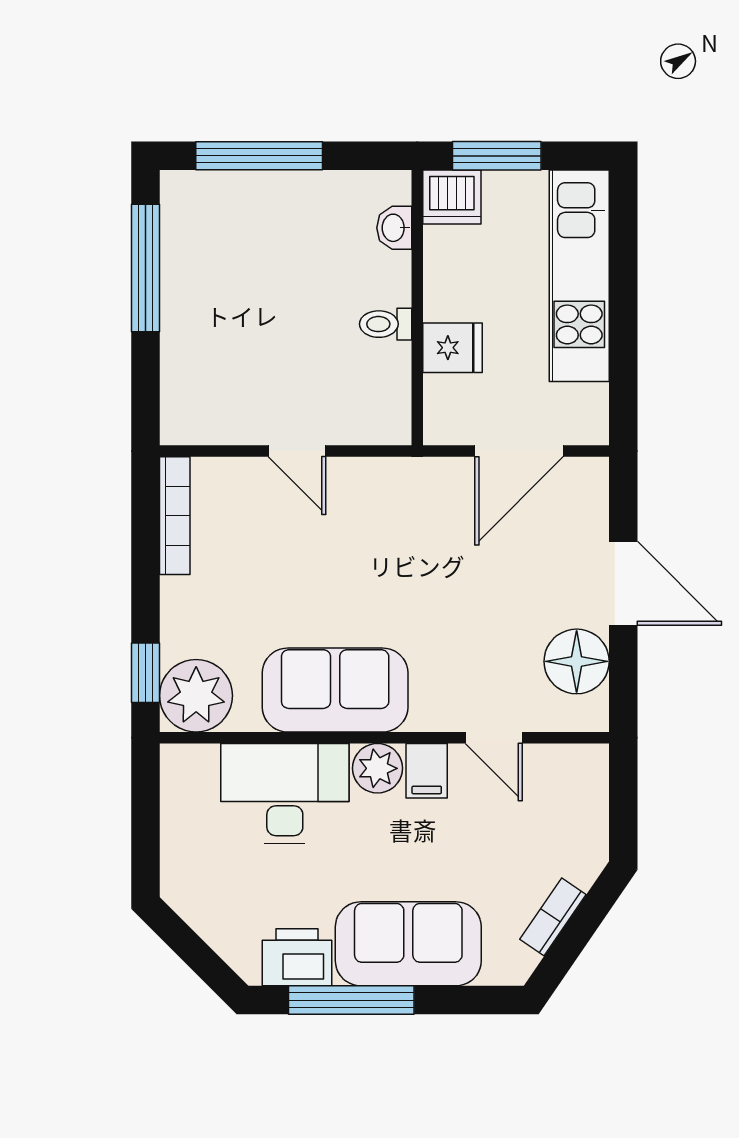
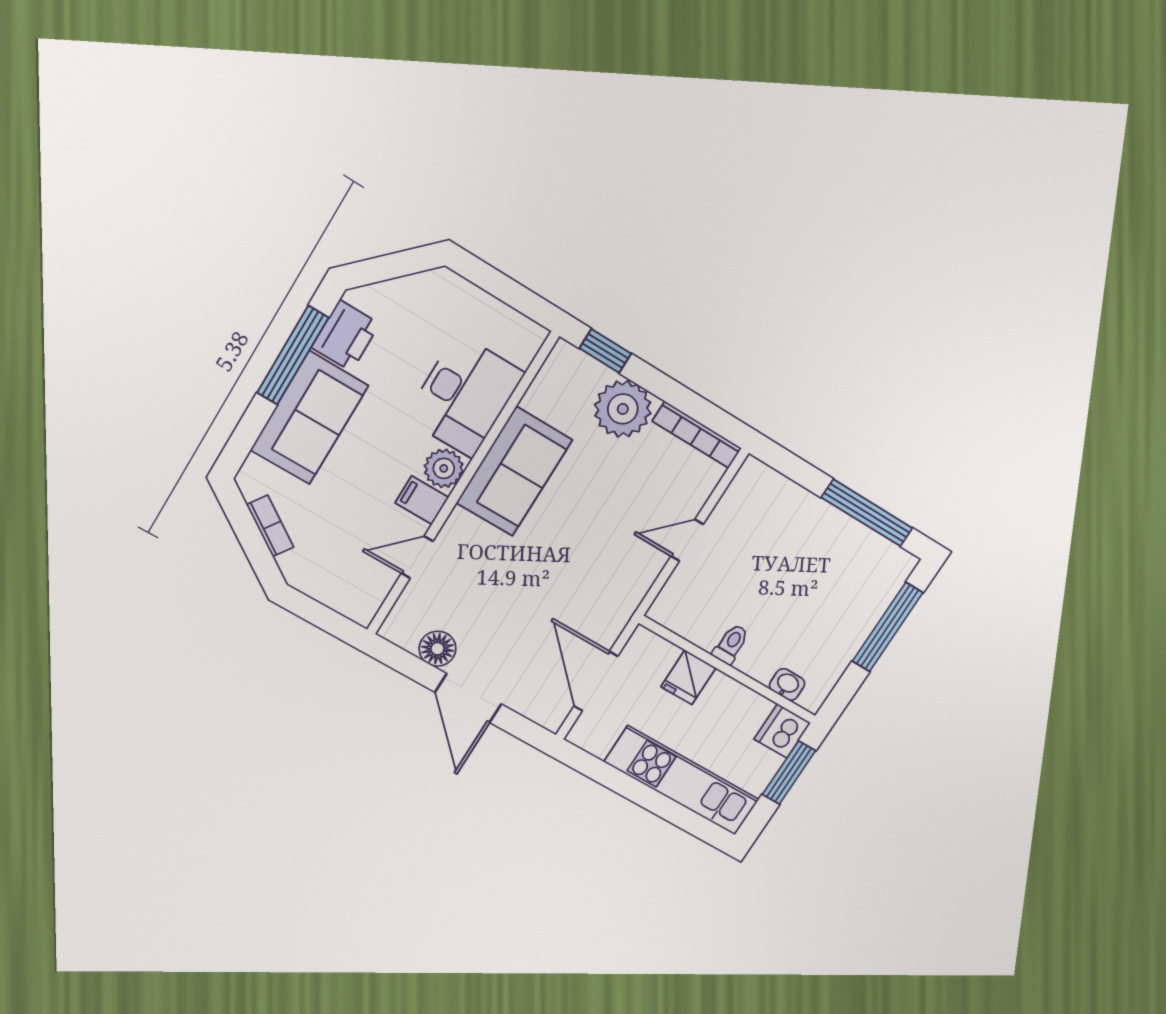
door: (623, 583) -> (468, 698), hinge flipped
floor lamp: (577, 661) -> (438, 649), width x0.73, depth x0.73
plant: (196, 696) -> (623, 409), moved

